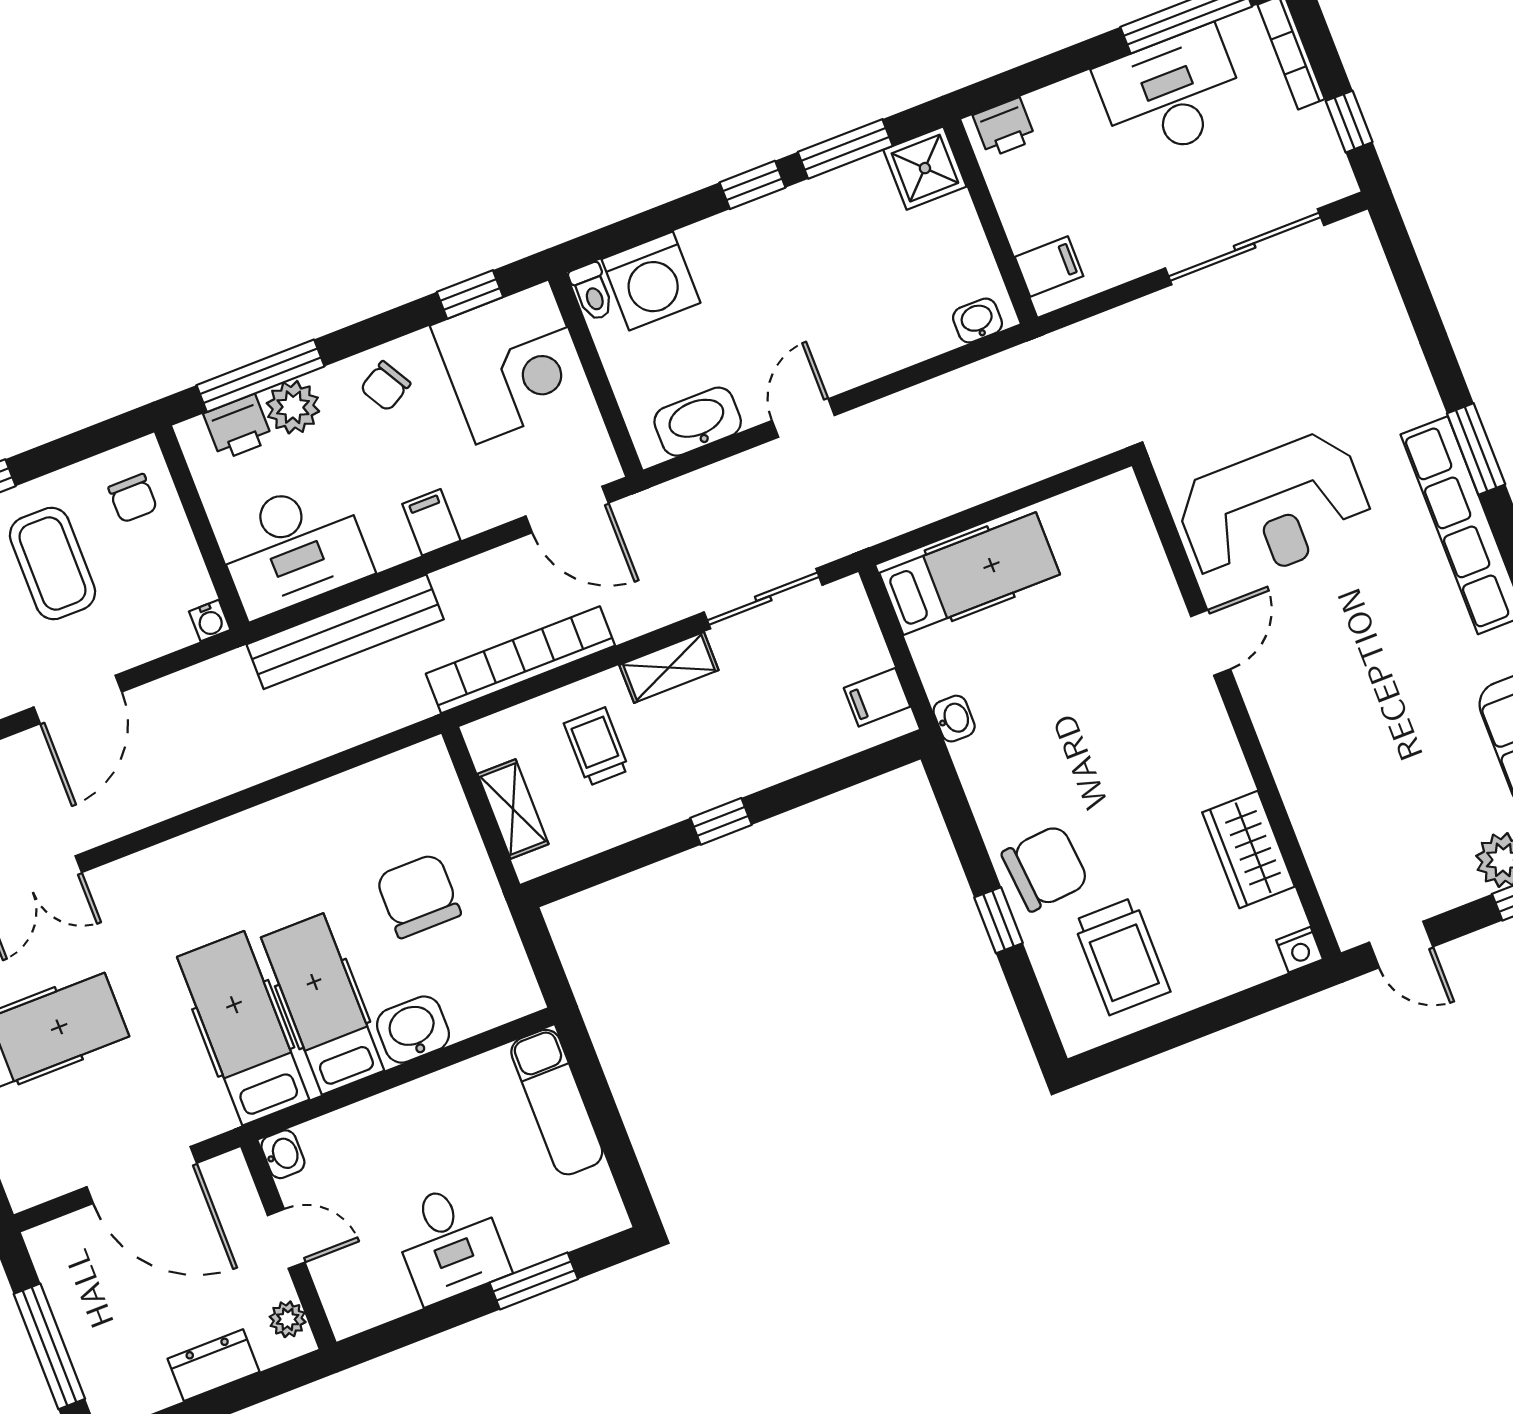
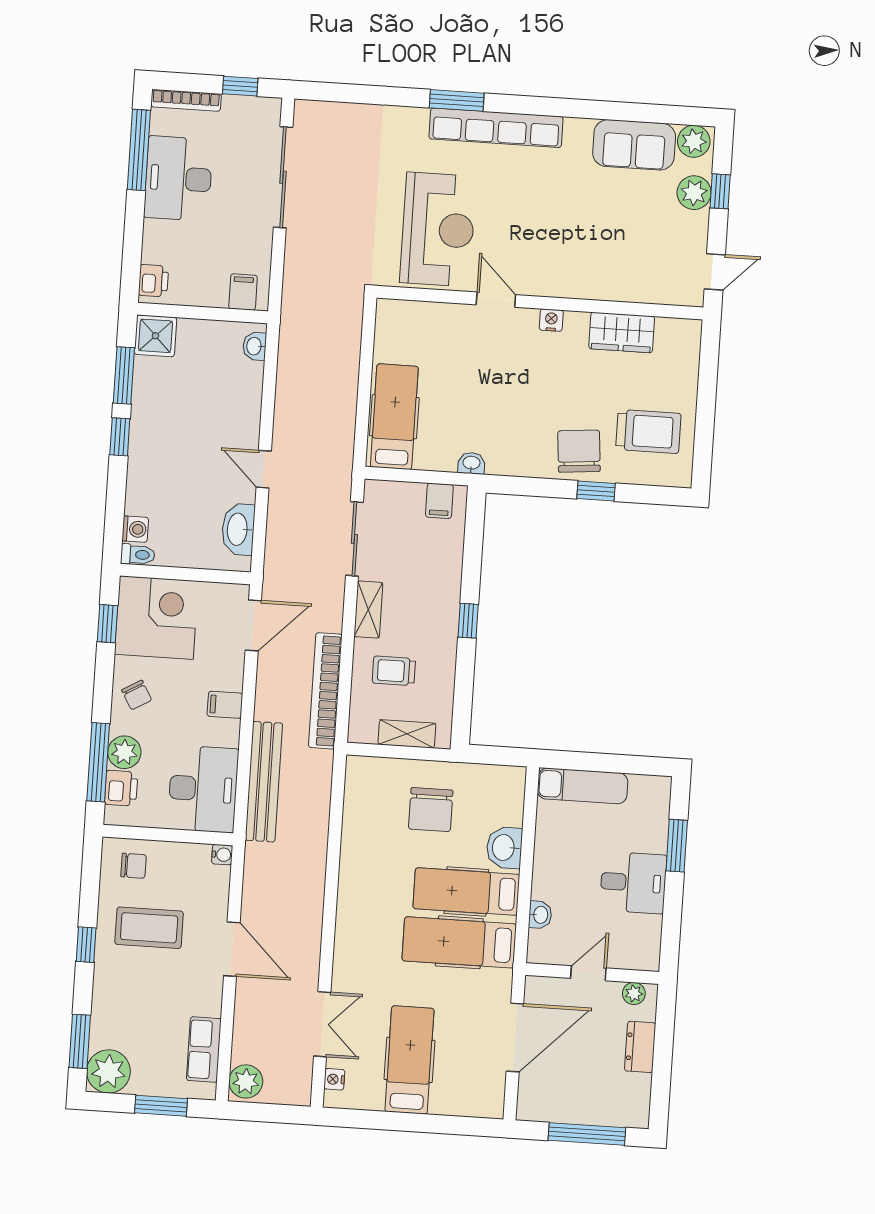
washing machine: (651, 281) -> (135, 529), width x0.53, depth x0.53
chair: (418, 896) -> (431, 810), turned -90
nightstand: (1300, 950) -> (551, 320), moved, turned -90
washbasin: (283, 1154) -> (540, 915), moved, turned 90

